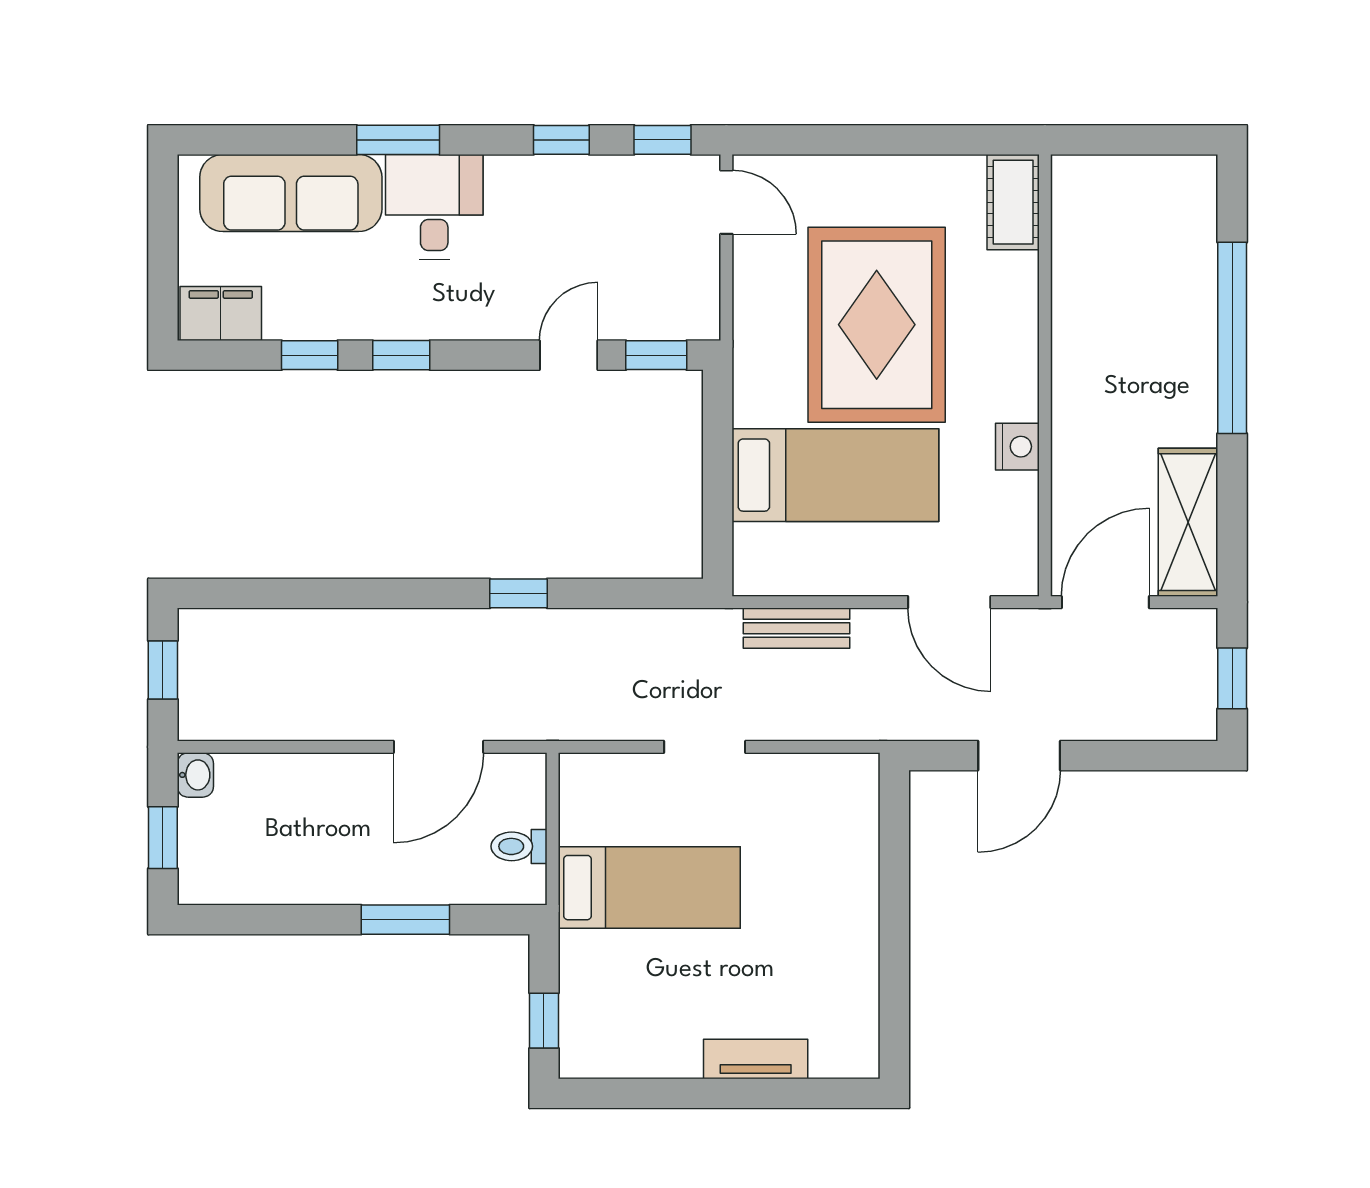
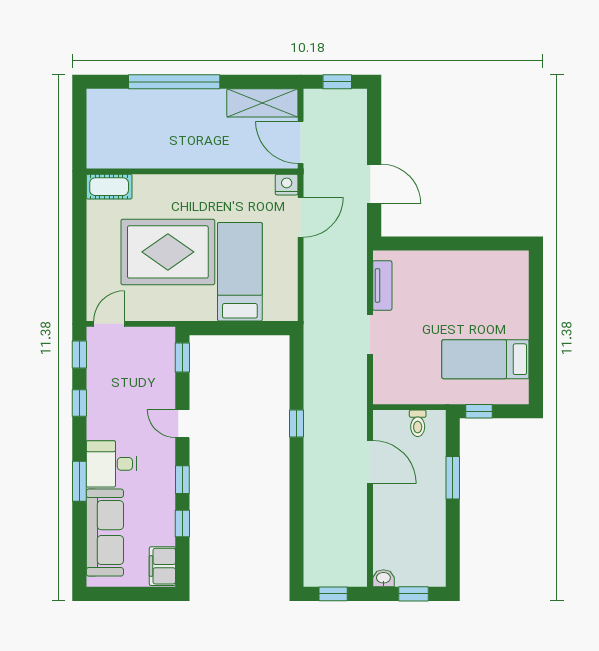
door: (569, 355) -> (182, 424), moved
nightstand: (1017, 447) -> (287, 185), moved
bench: (797, 628) -> (313, 290), removed
bed: (649, 888) -> (485, 359), moved, turned -90
window: (544, 1021) -> (479, 411), moved
tv unit: (756, 1059) -> (382, 285), moved, turned 180

